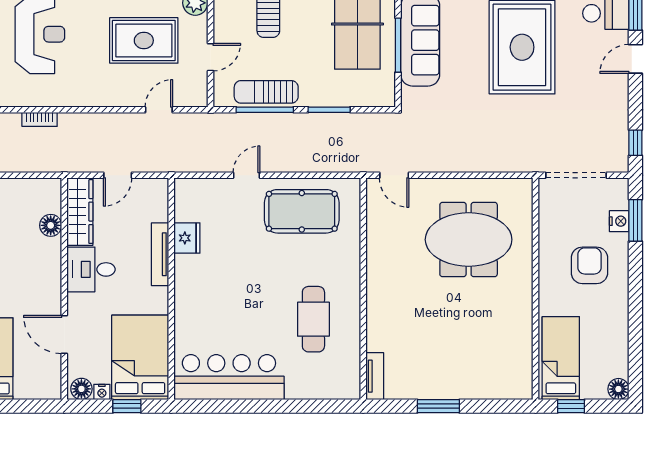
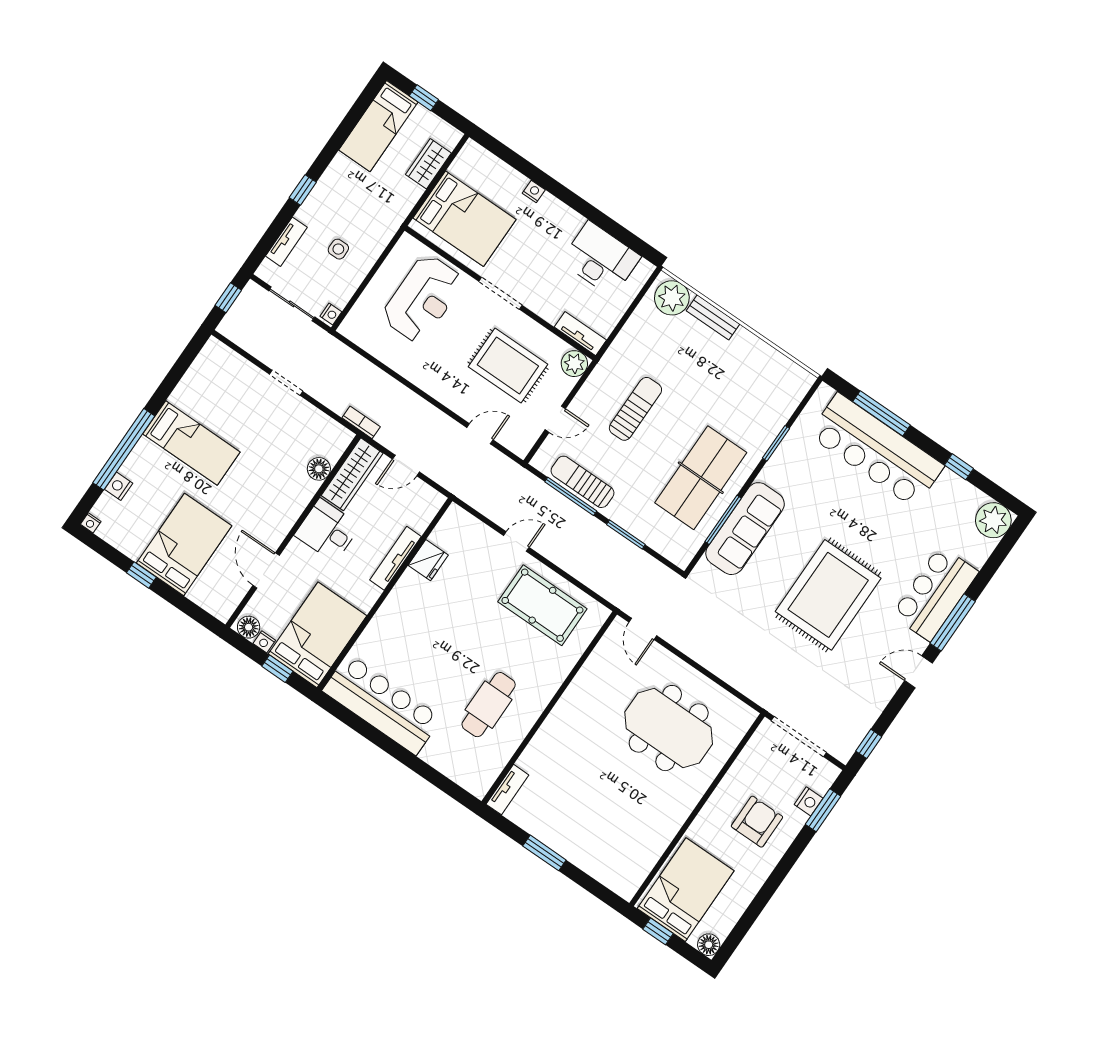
bookcase: (40, 119) -> (361, 422), moved, turned 180
bed: (561, 358) -> (686, 890), width x1.50

